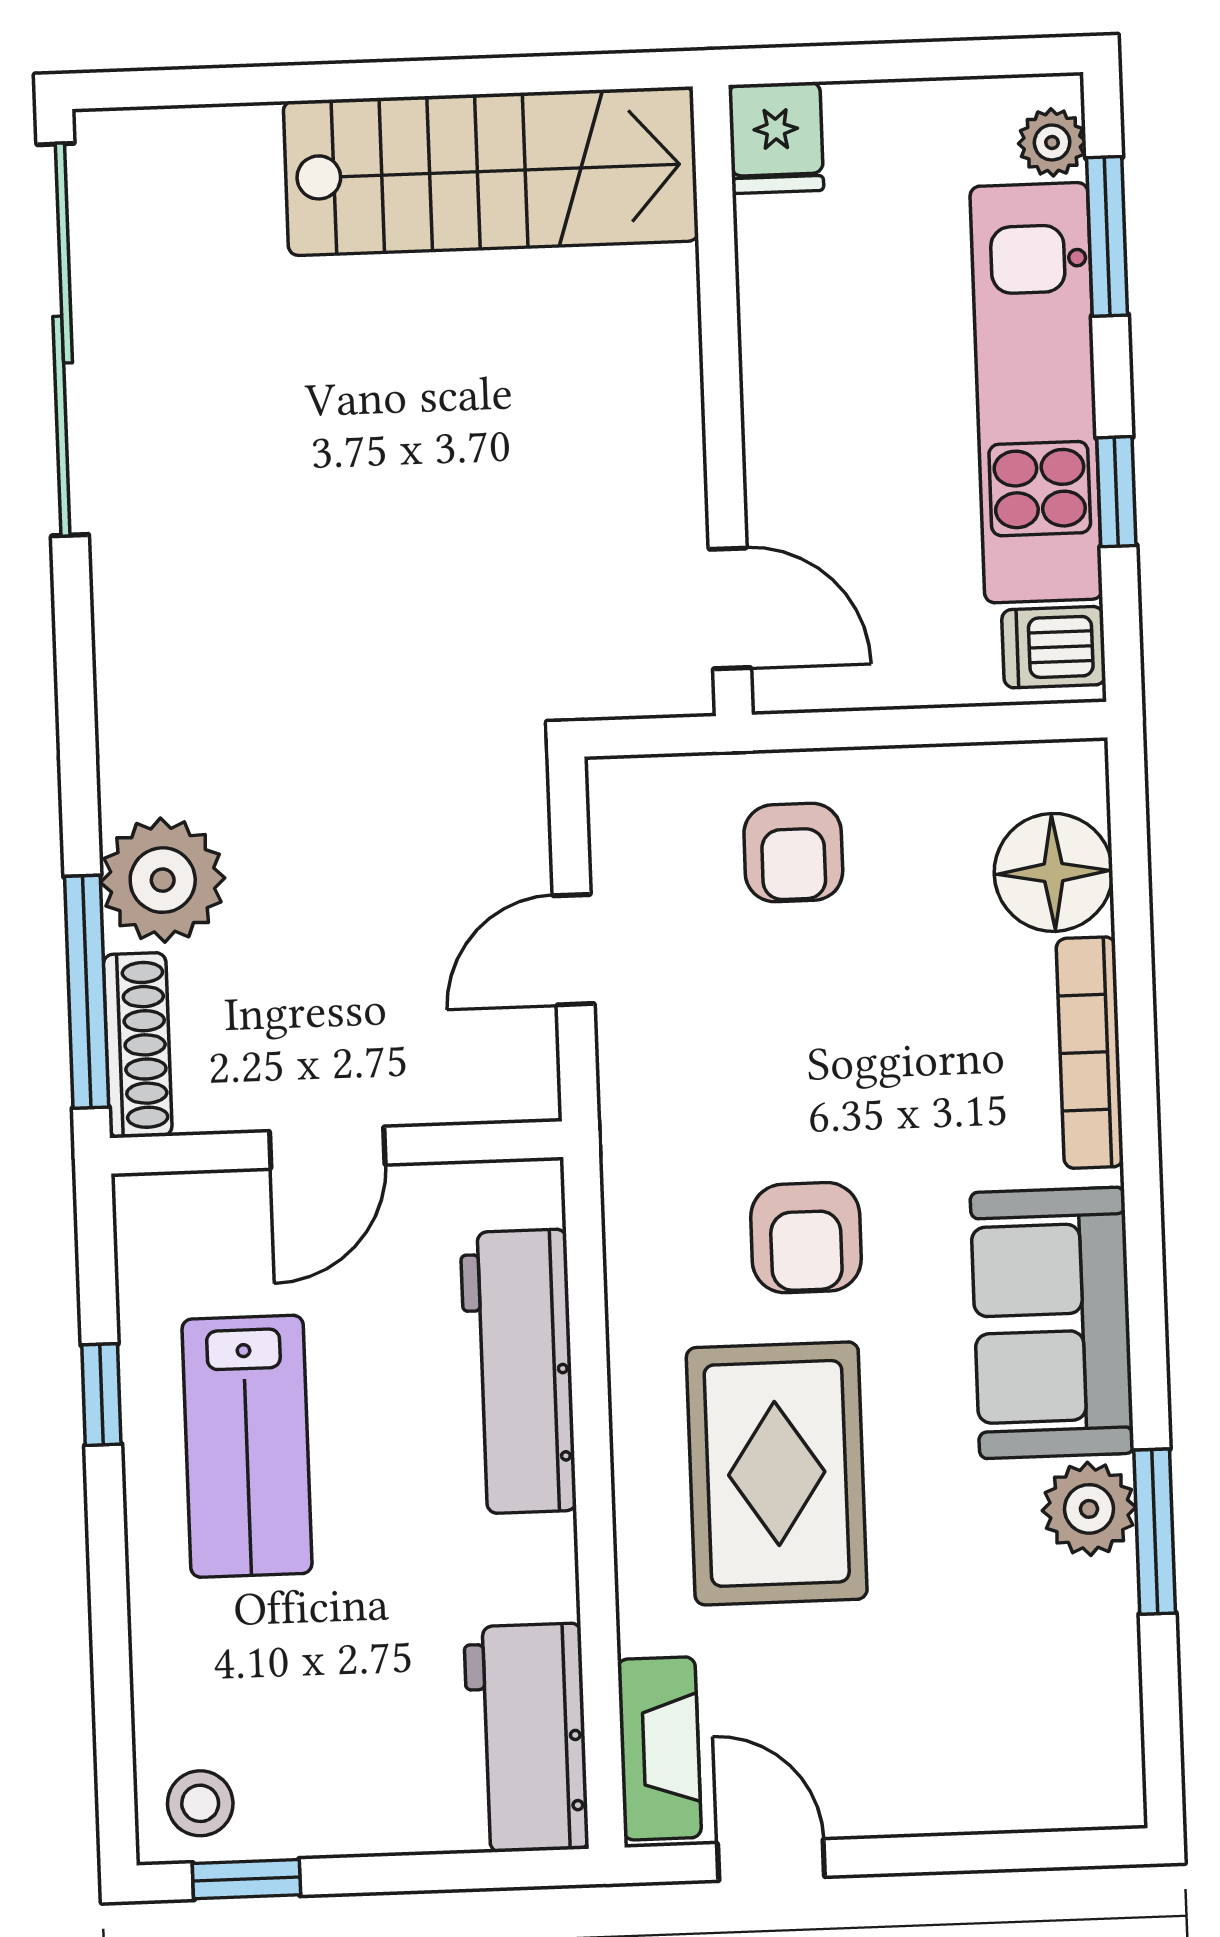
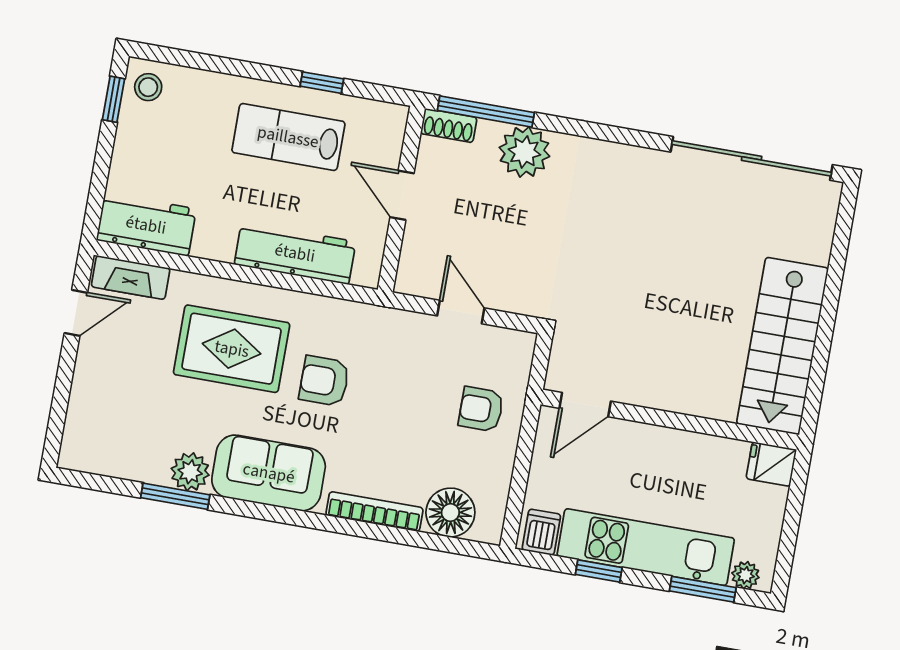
shoe rack: (138, 1045) -> (449, 126), width x0.70

